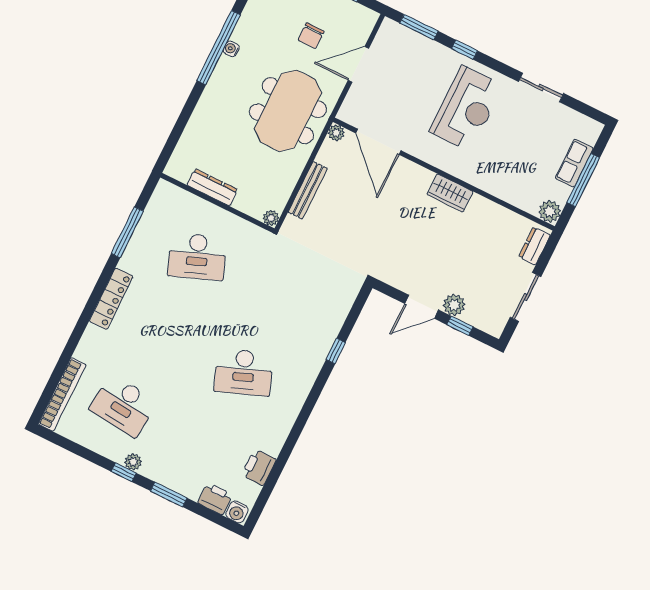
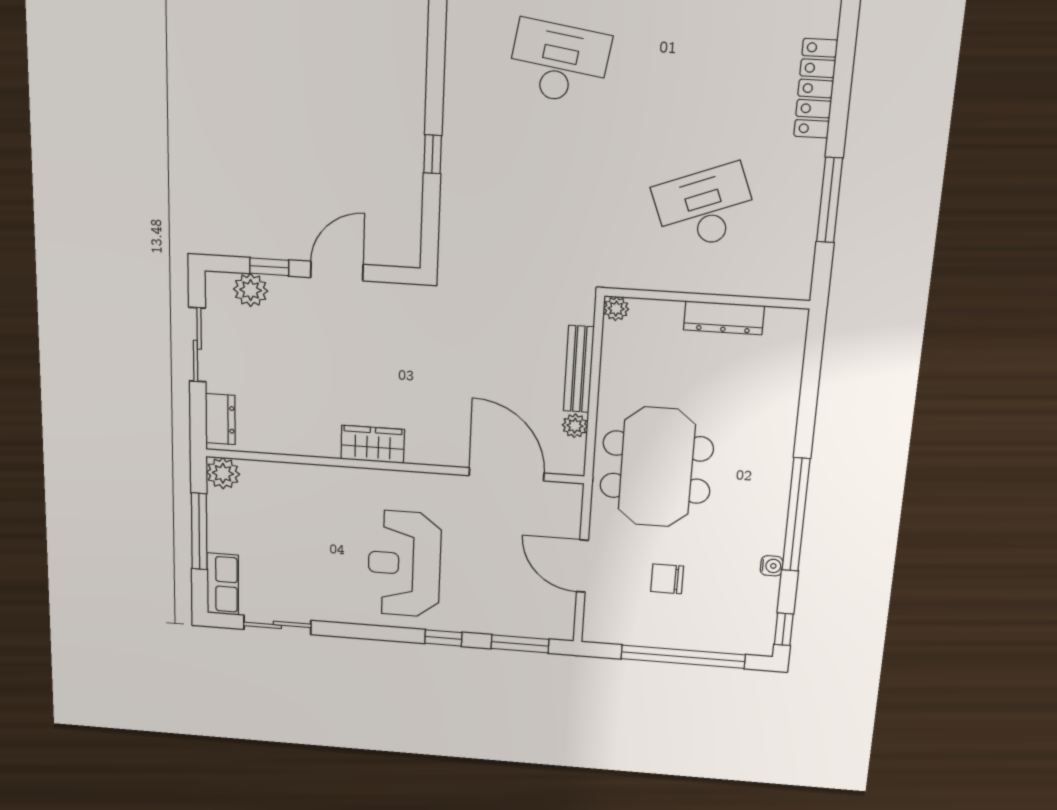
chair: (311, 36) -> (667, 579), turned -90
water cooler: (231, 49) -> (772, 566), moved
door: (358, 64) -> (582, 566), swing flipped
sliding door: (541, 88) -> (277, 625), moved
plant: (336, 133) -> (575, 426), moved
row of seats: (574, 163) -> (223, 584), moved
plant: (454, 305) -> (251, 290), moved
desk: (244, 372) -> (559, 62), turned 30

